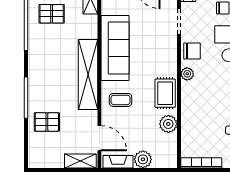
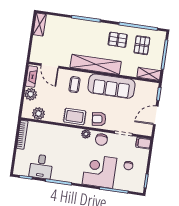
armchair: (164, 59) -> (99, 119), added
pallet: (47, 122) -> (118, 40), moved, turned 90
plant: (168, 124) -> (38, 113), moved
door: (99, 138) -> (50, 66), hinge flipped
shelving: (80, 161) -> (40, 24), moved

